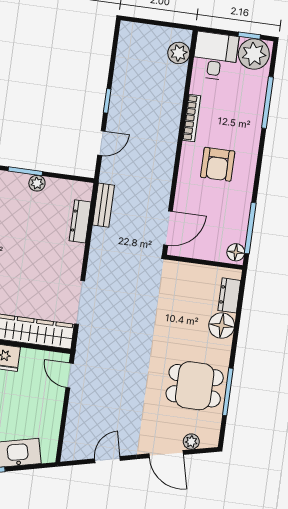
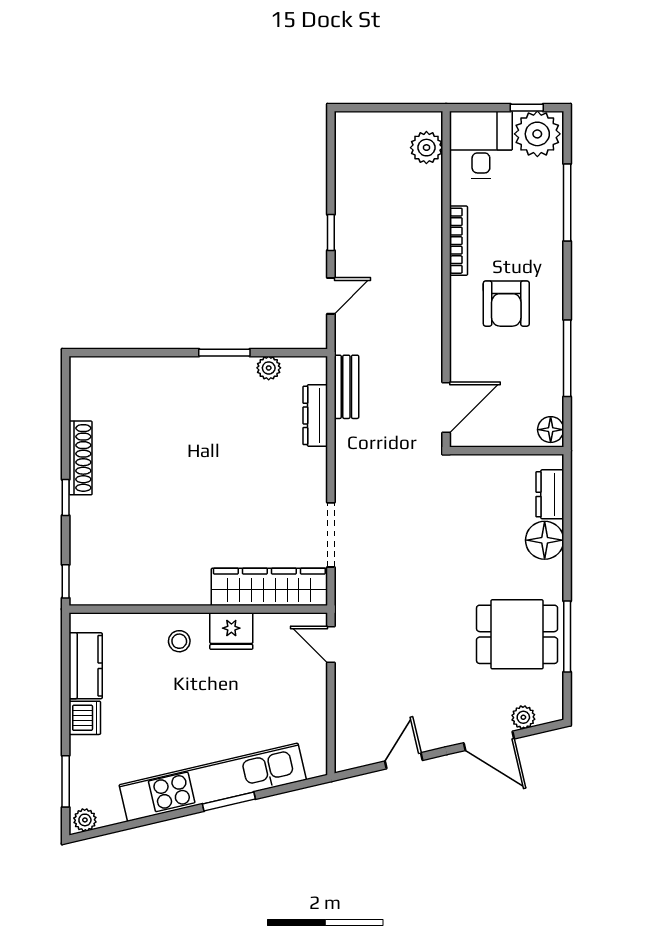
plant: (37, 183) -> (269, 368), moved
window: (250, 228) -> (567, 358), moved

